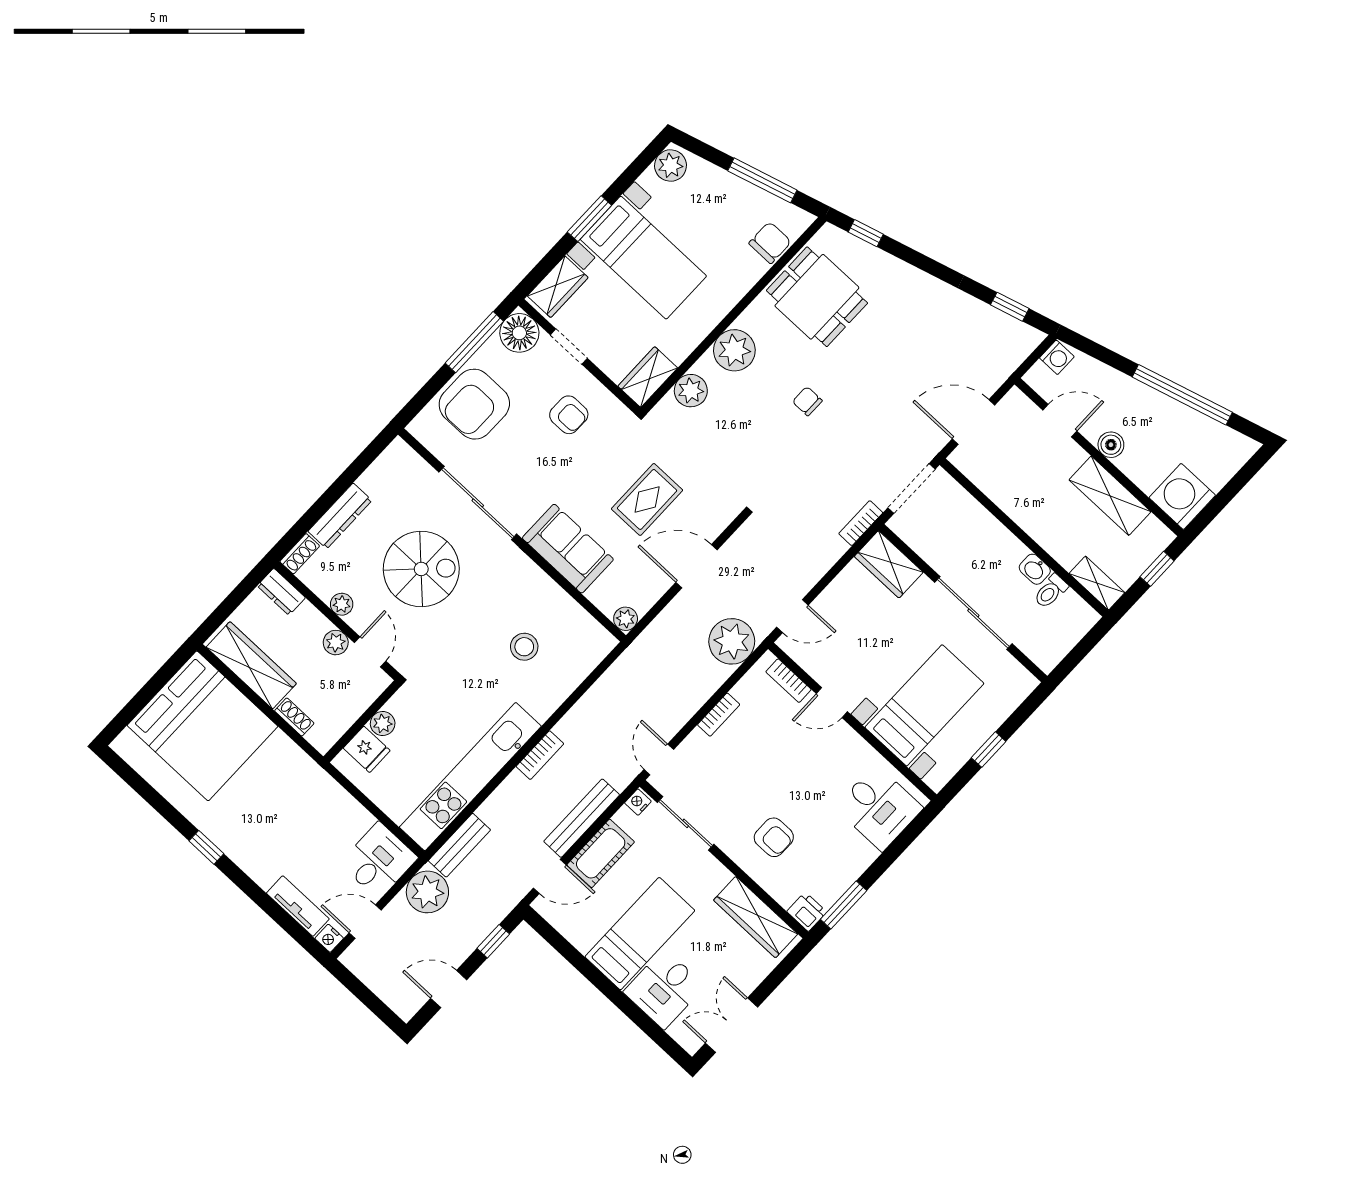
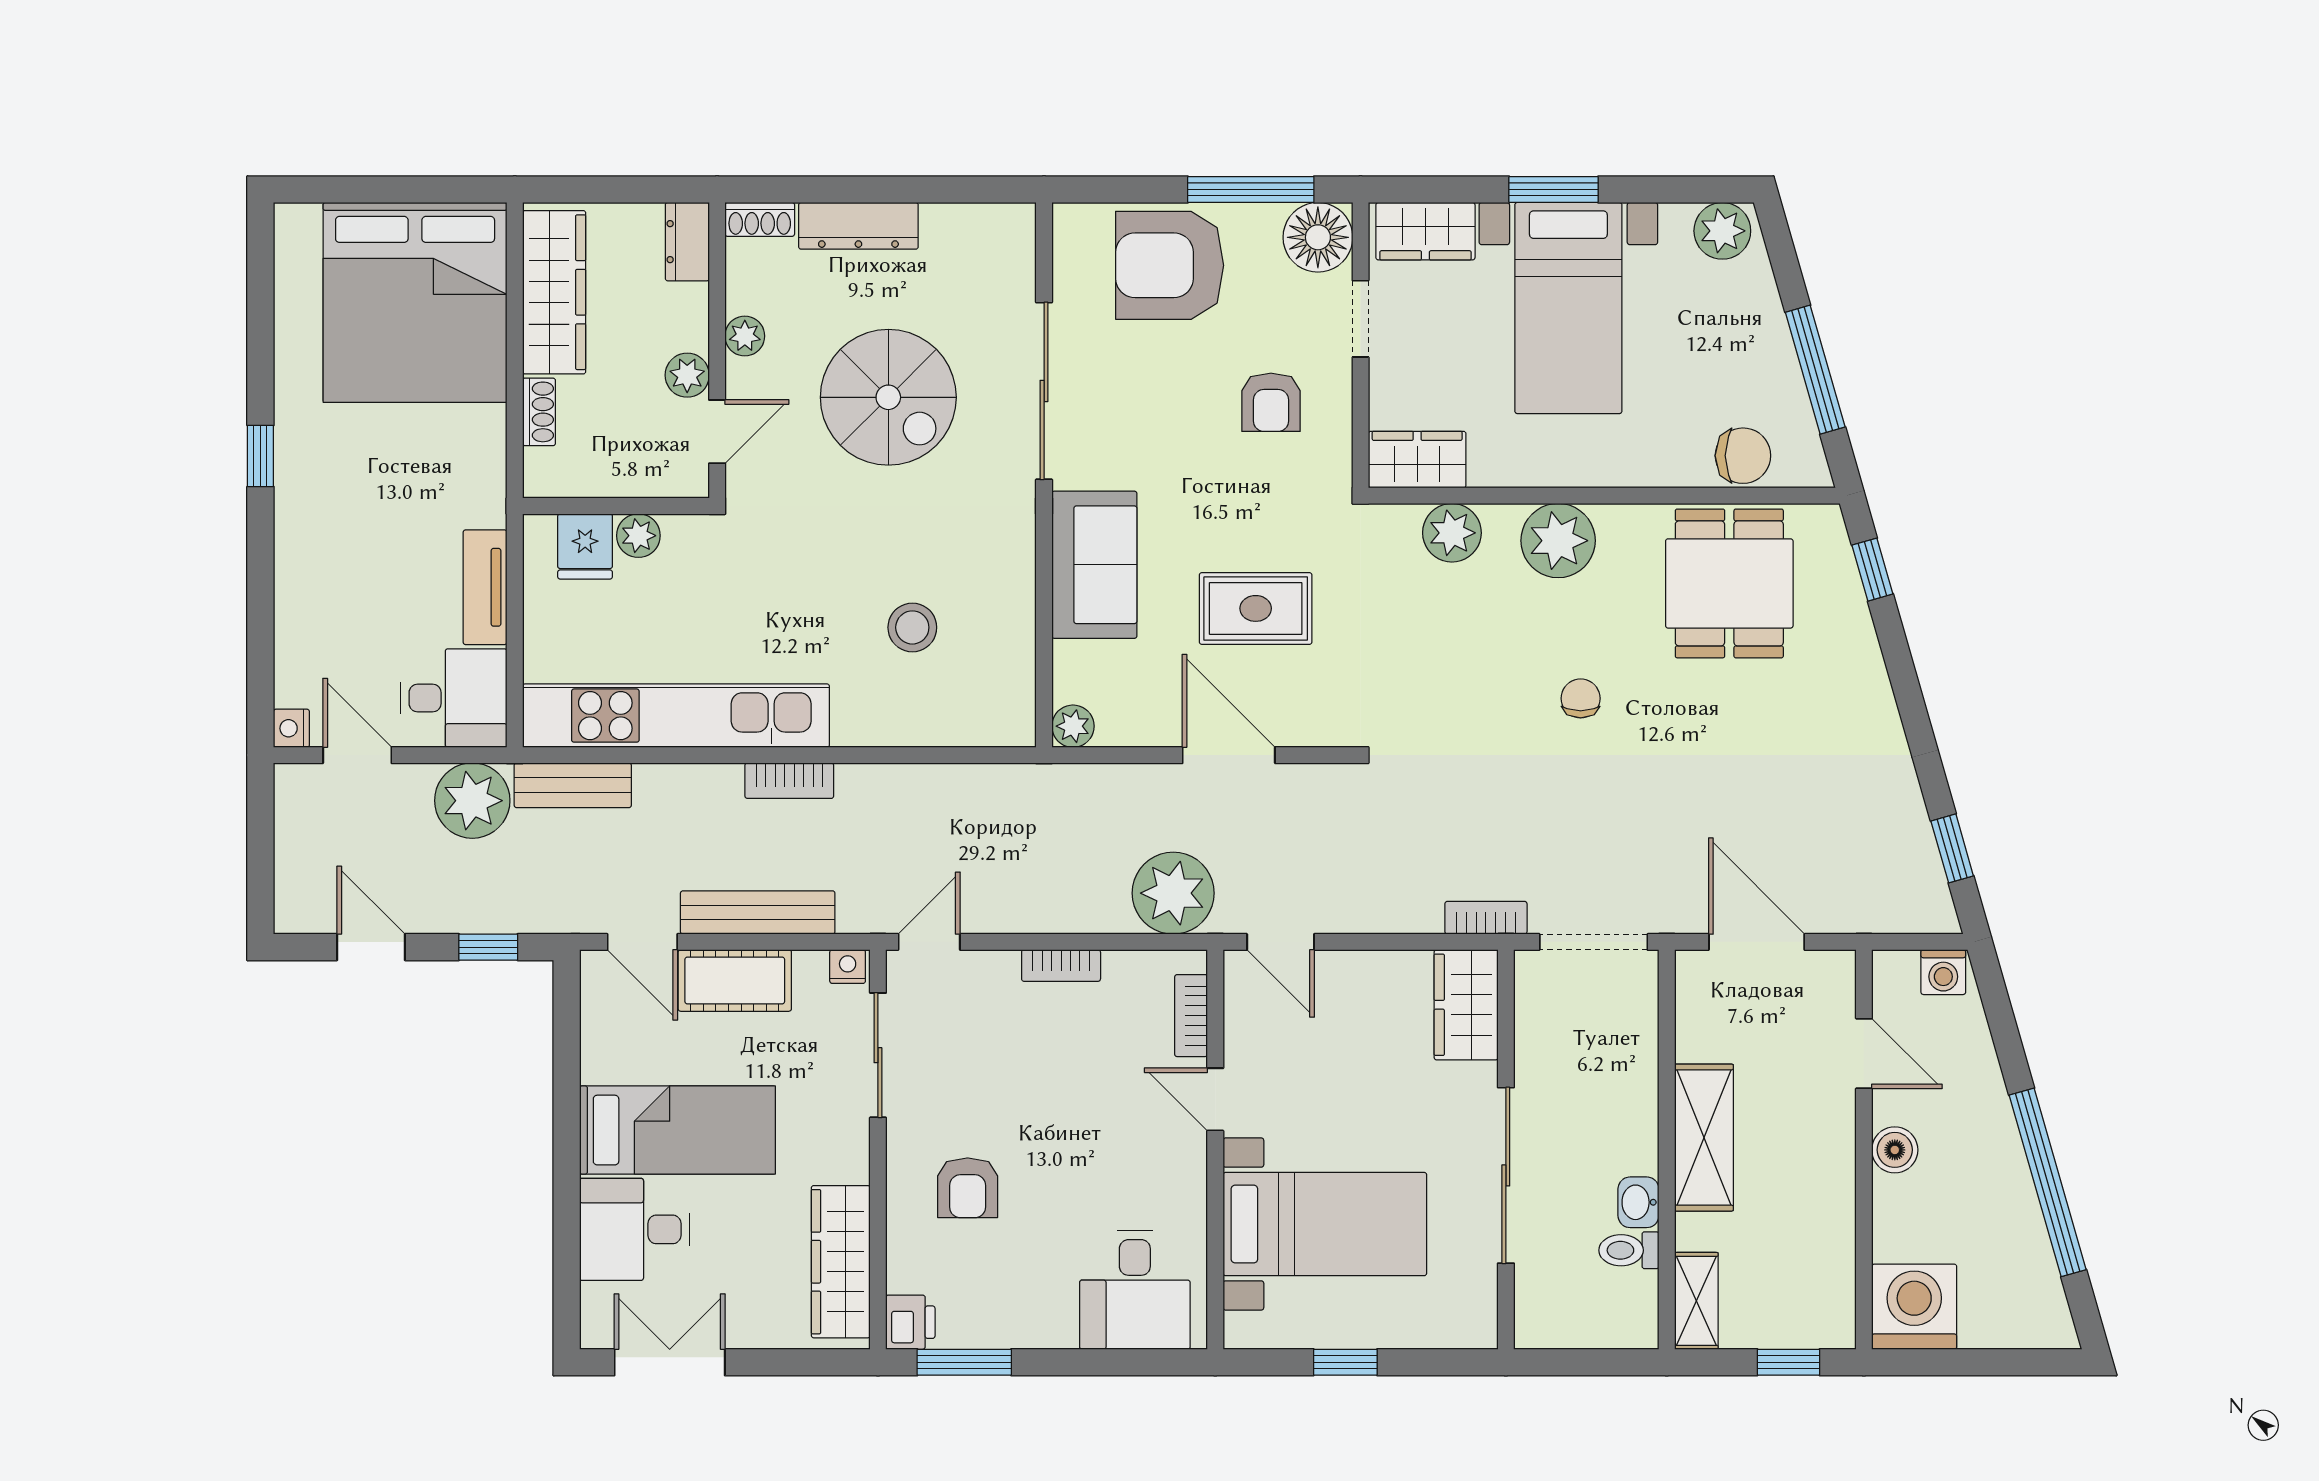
shelving: (1110, 496) -> (1704, 1138), moved
tv unit: (298, 906) -> (485, 587), moved, turned 180

